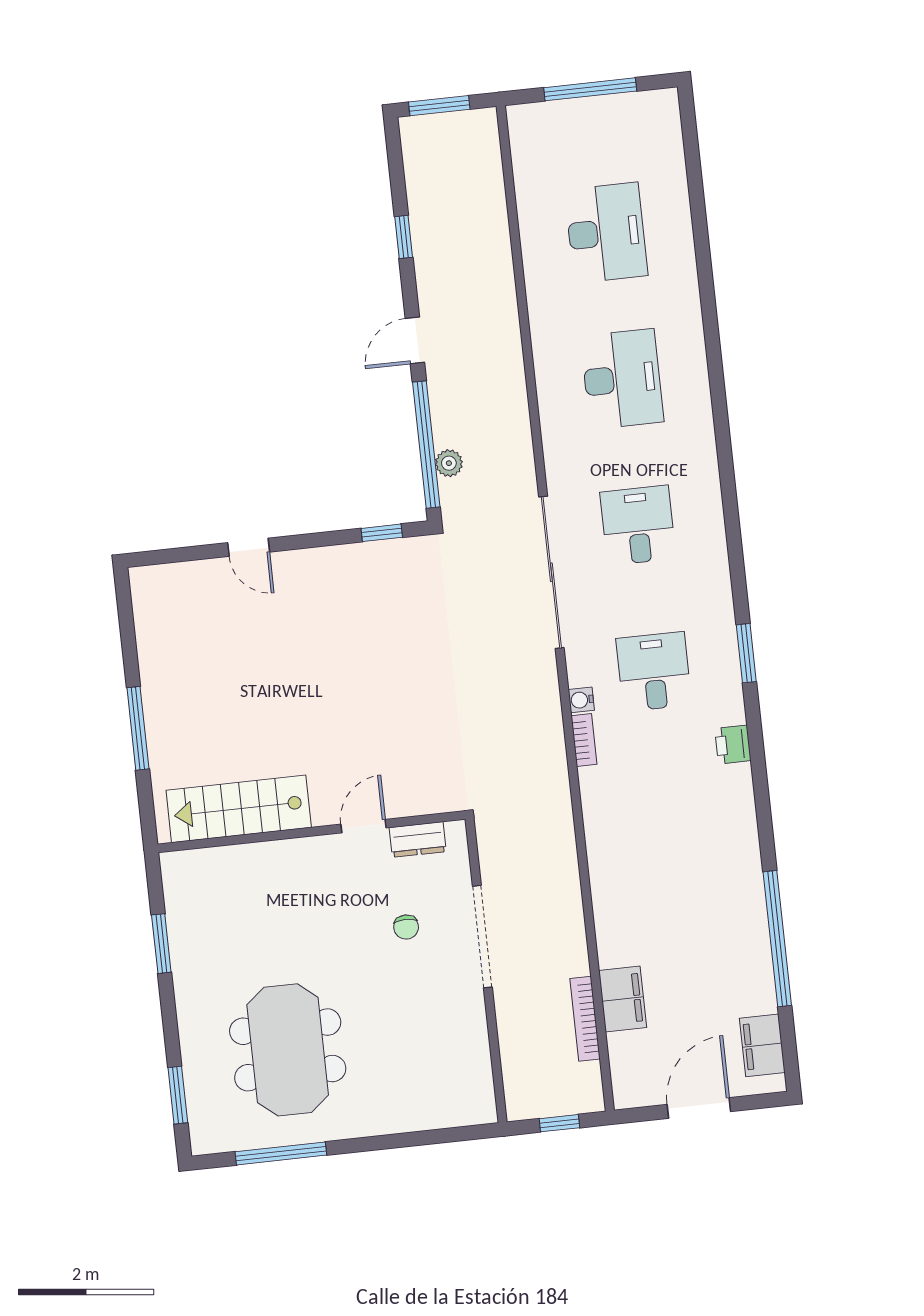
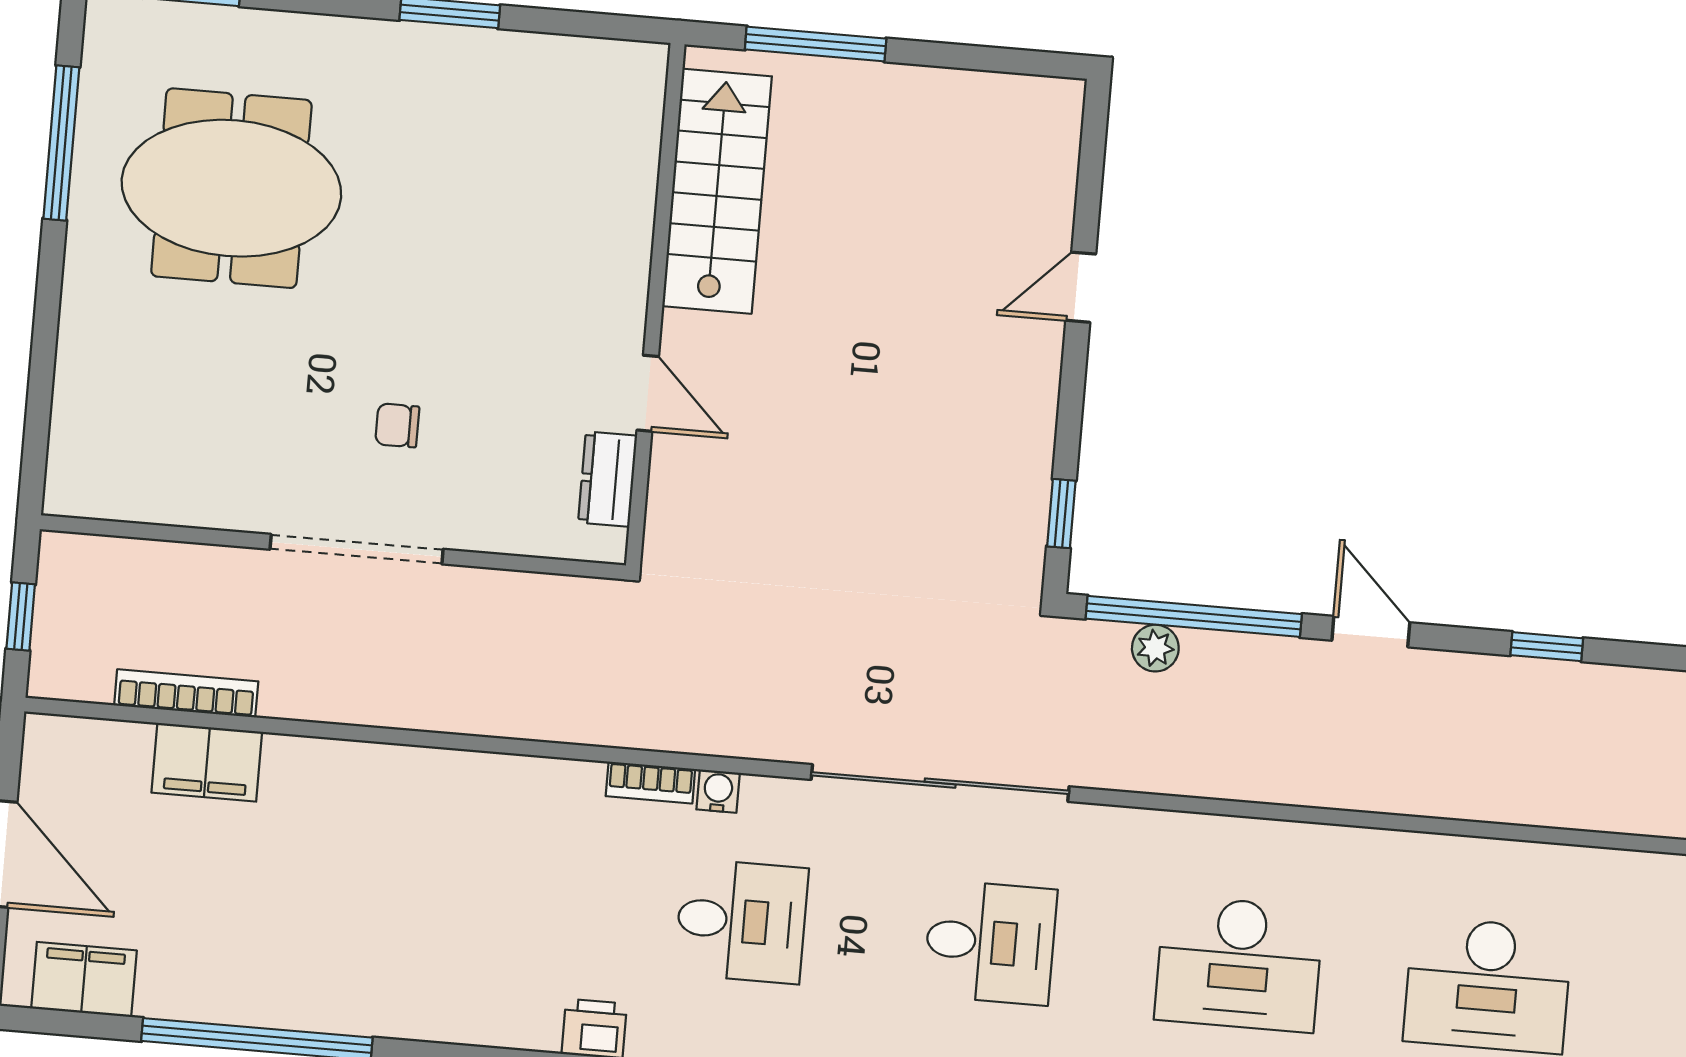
stairs: (239, 809) -> (717, 191), moved
door: (363, 826) -> (648, 393), moved
wall: (311, 832) -> (655, 305), moved
dresser: (418, 840) -> (608, 479), moved

